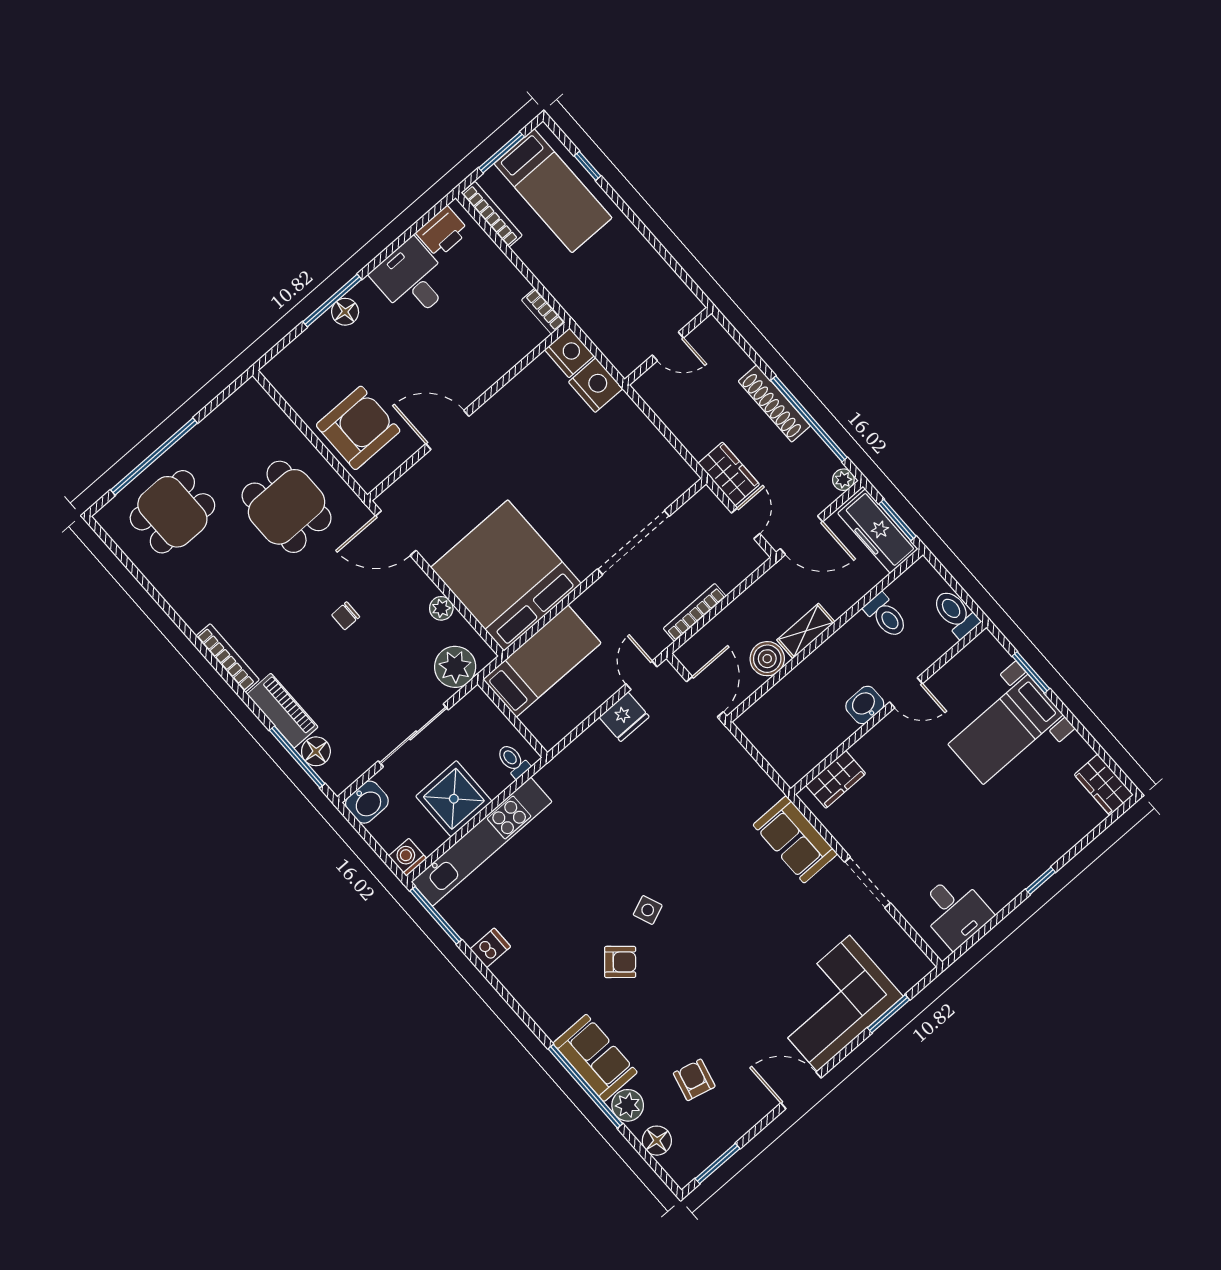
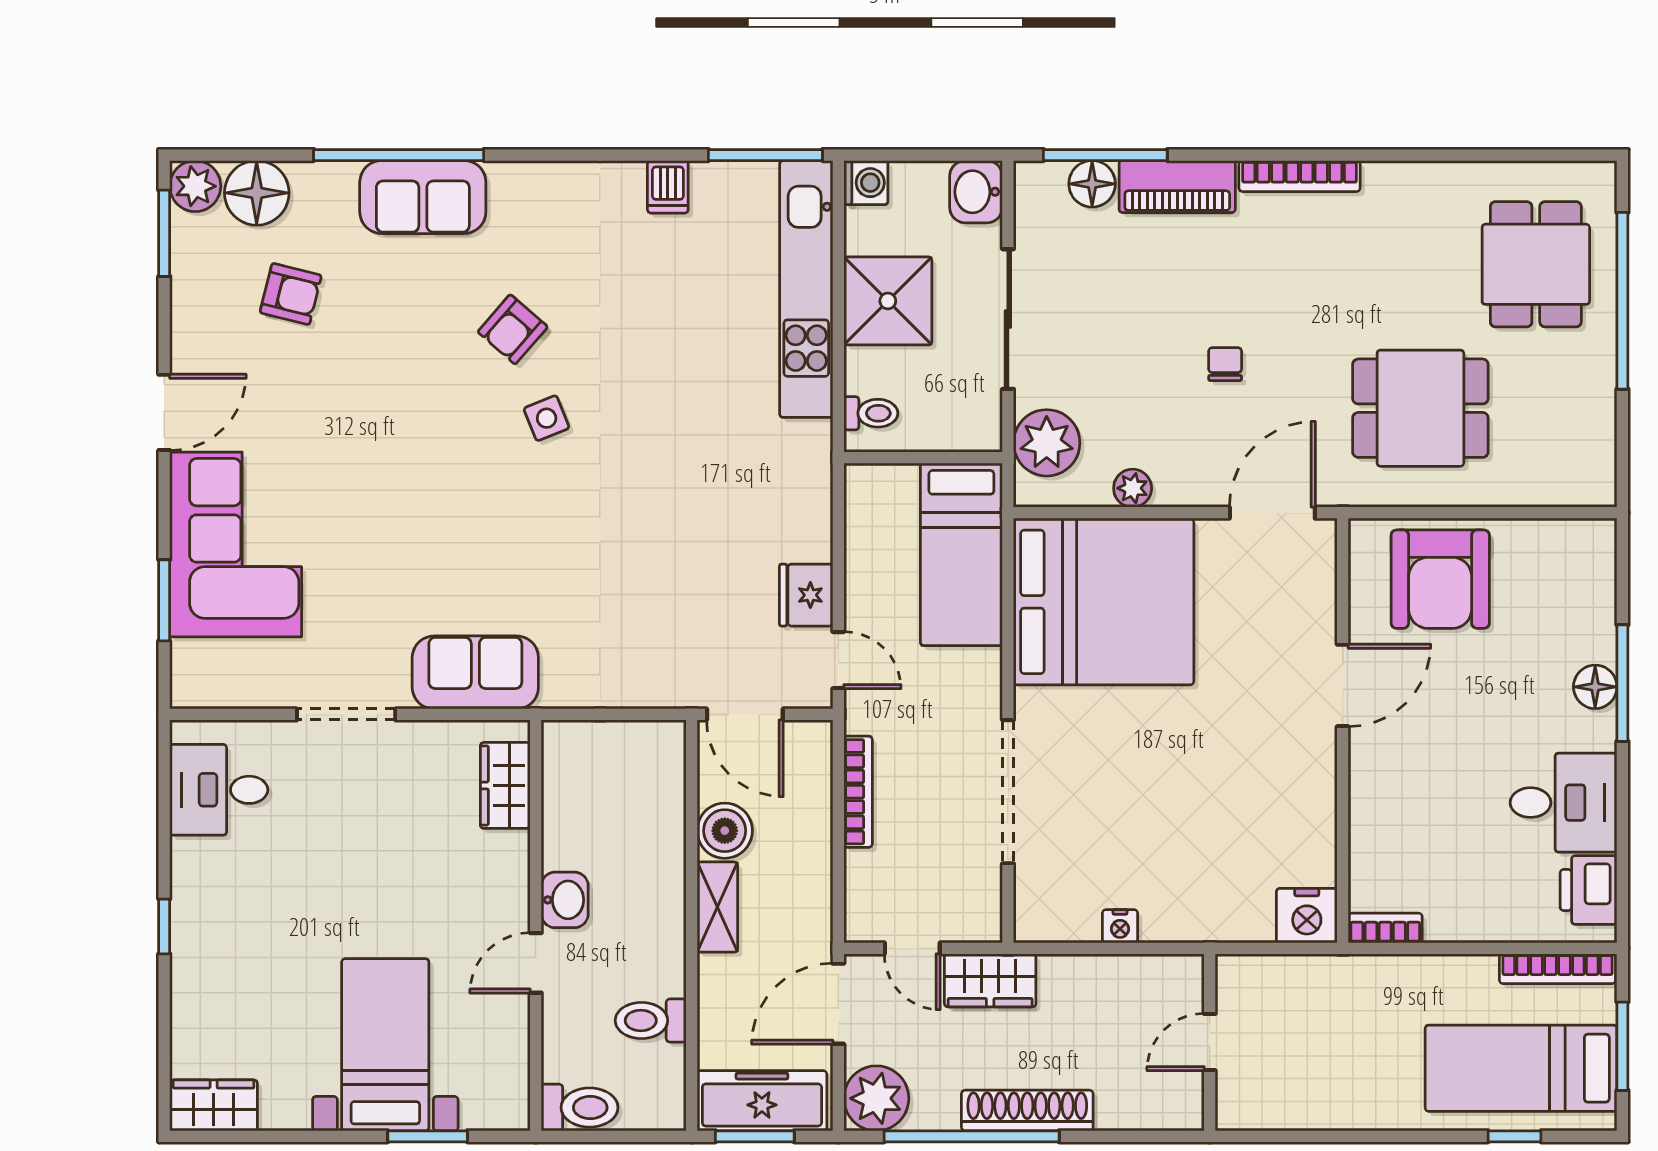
nightstand: (596, 385) -> (1120, 926), moved, width x0.53, depth x0.56
plant: (843, 480) -> (876, 1098), width x1.88, depth x1.88
plant: (628, 1105) -> (195, 186), moved
floor lamp: (657, 1141) -> (257, 193), width x1.38, depth x1.38

